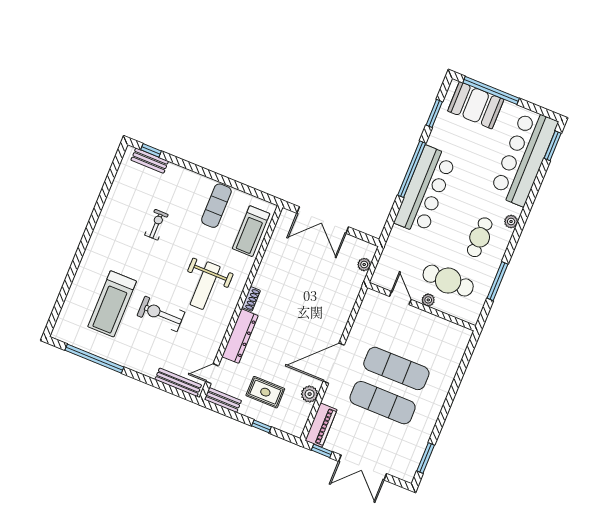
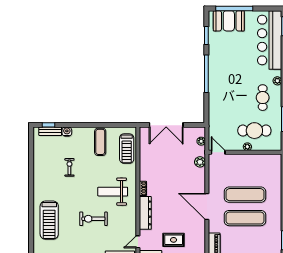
water cooler: (174, 171) -> (67, 132), added
bar counter: (425, 190) -> (219, 83), removed
weight bench: (205, 286) -> (113, 192), turned 90
door: (400, 298) -> (218, 152), moved
treadmill: (112, 304) -> (49, 220), moved
door: (334, 363) -> (207, 206), hinge flipped
plant: (310, 394) -> (200, 162), moved

